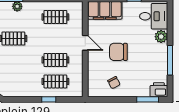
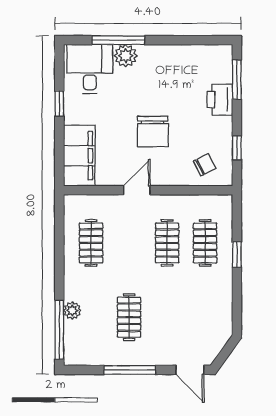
window: (170, 60) -> (118, 40), moved
chair: (114, 83) -> (205, 165), moved
printer: (159, 90) -> (220, 100), moved
window: (109, 99) -> (237, 148), added

